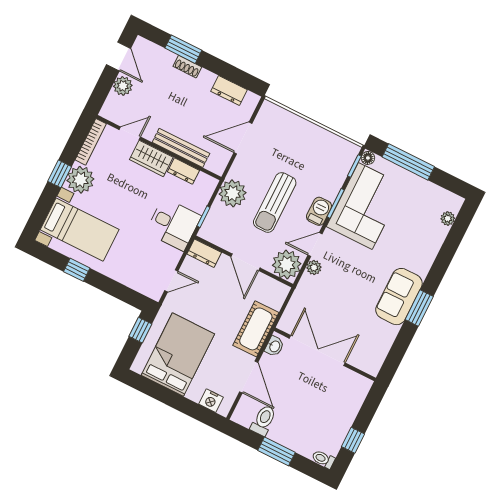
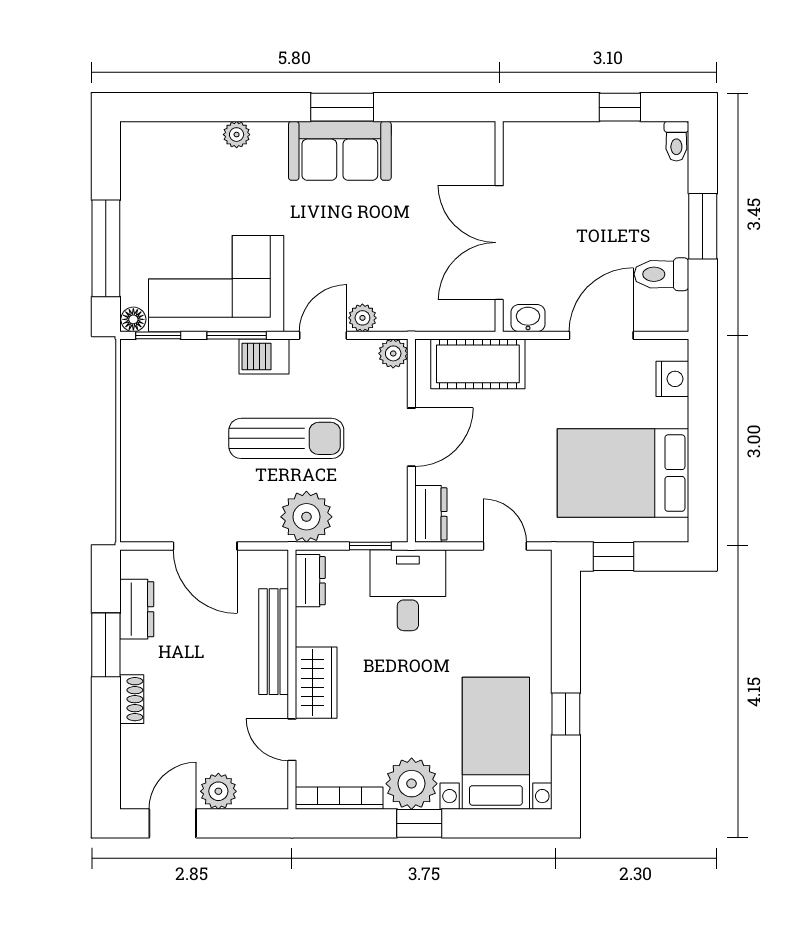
window: (183, 49) -> (106, 645), moved
dresser: (183, 171) -> (310, 581), moved
plant: (448, 219) -> (237, 135), moved
door: (315, 245) -> (323, 335), swing flipped
plant: (287, 264) -> (393, 353), width x0.53, depth x0.53
cot: (256, 329) -> (478, 364), moved

